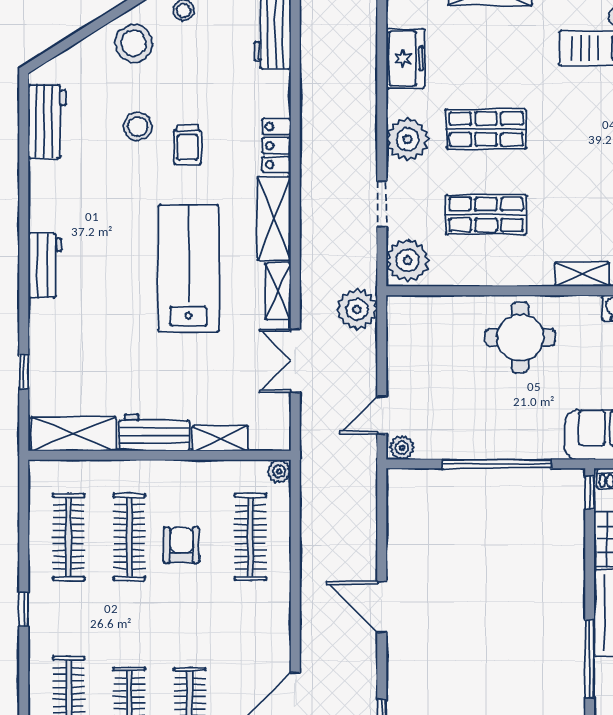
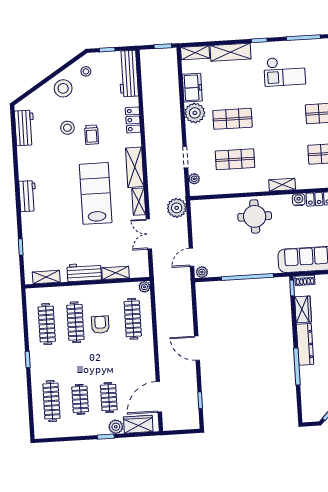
plant: (408, 139) -> (195, 113), moved
locker: (276, 146) -> (133, 120), moved
plant: (408, 260) -> (194, 179), width x0.53, depth x0.53
shelving: (74, 434) -> (46, 277), width x0.67, depth x0.75

